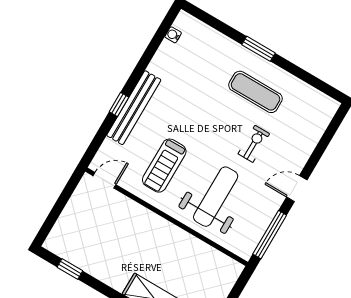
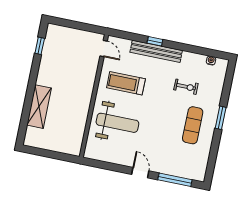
exercise bike: (254, 144) -> (186, 87), moved
window: (270, 235) -> (175, 180), moved

